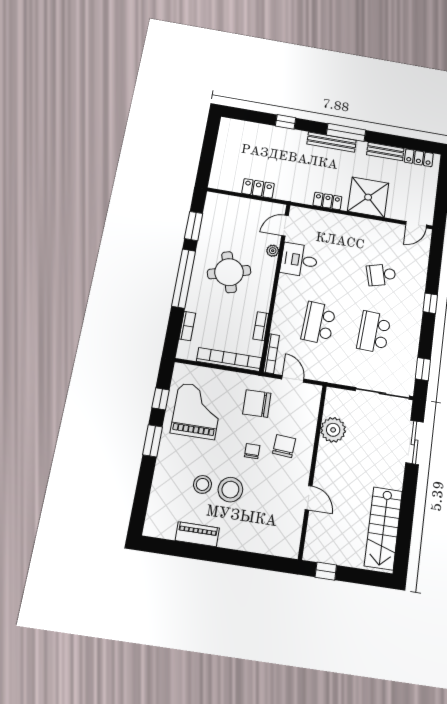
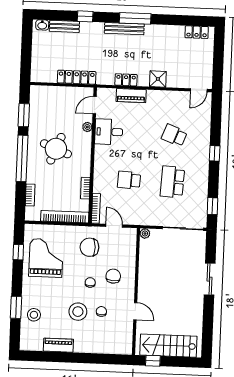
washbasin: (232, 124) -> (42, 25), added
bench: (385, 152) -> (64, 26), moved
locker: (258, 188) -> (77, 77), width x1.53
shower: (368, 197) -> (158, 79), width x0.54, depth x0.54
piano: (332, 220) -> (131, 96), added
round table: (229, 272) -> (56, 149), turned 38
school desk: (381, 275) -> (174, 135), turned 36
school desk: (319, 323) -> (129, 180), width x0.54
plant: (333, 430) -> (145, 233), moved, width x0.53, depth x0.53
window: (152, 441) -> (16, 307), moved
sliding door: (415, 442) -> (210, 279), moved
stool: (203, 484) -> (34, 315), moved
chair: (263, 493) -> (101, 311), added
stairs: (383, 528) -> (168, 346), moved, turned 90

